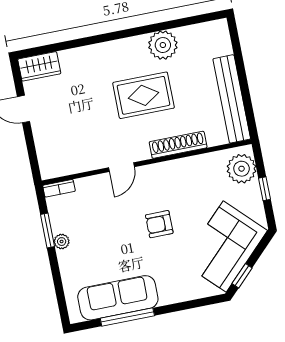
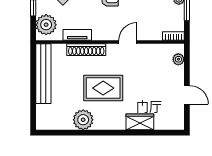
wardrobe: (39, 66) -> (140, 122), moved
plant: (45, 157) -> (178, 59), added
tv unit: (195, 163) -> (77, 35), added

